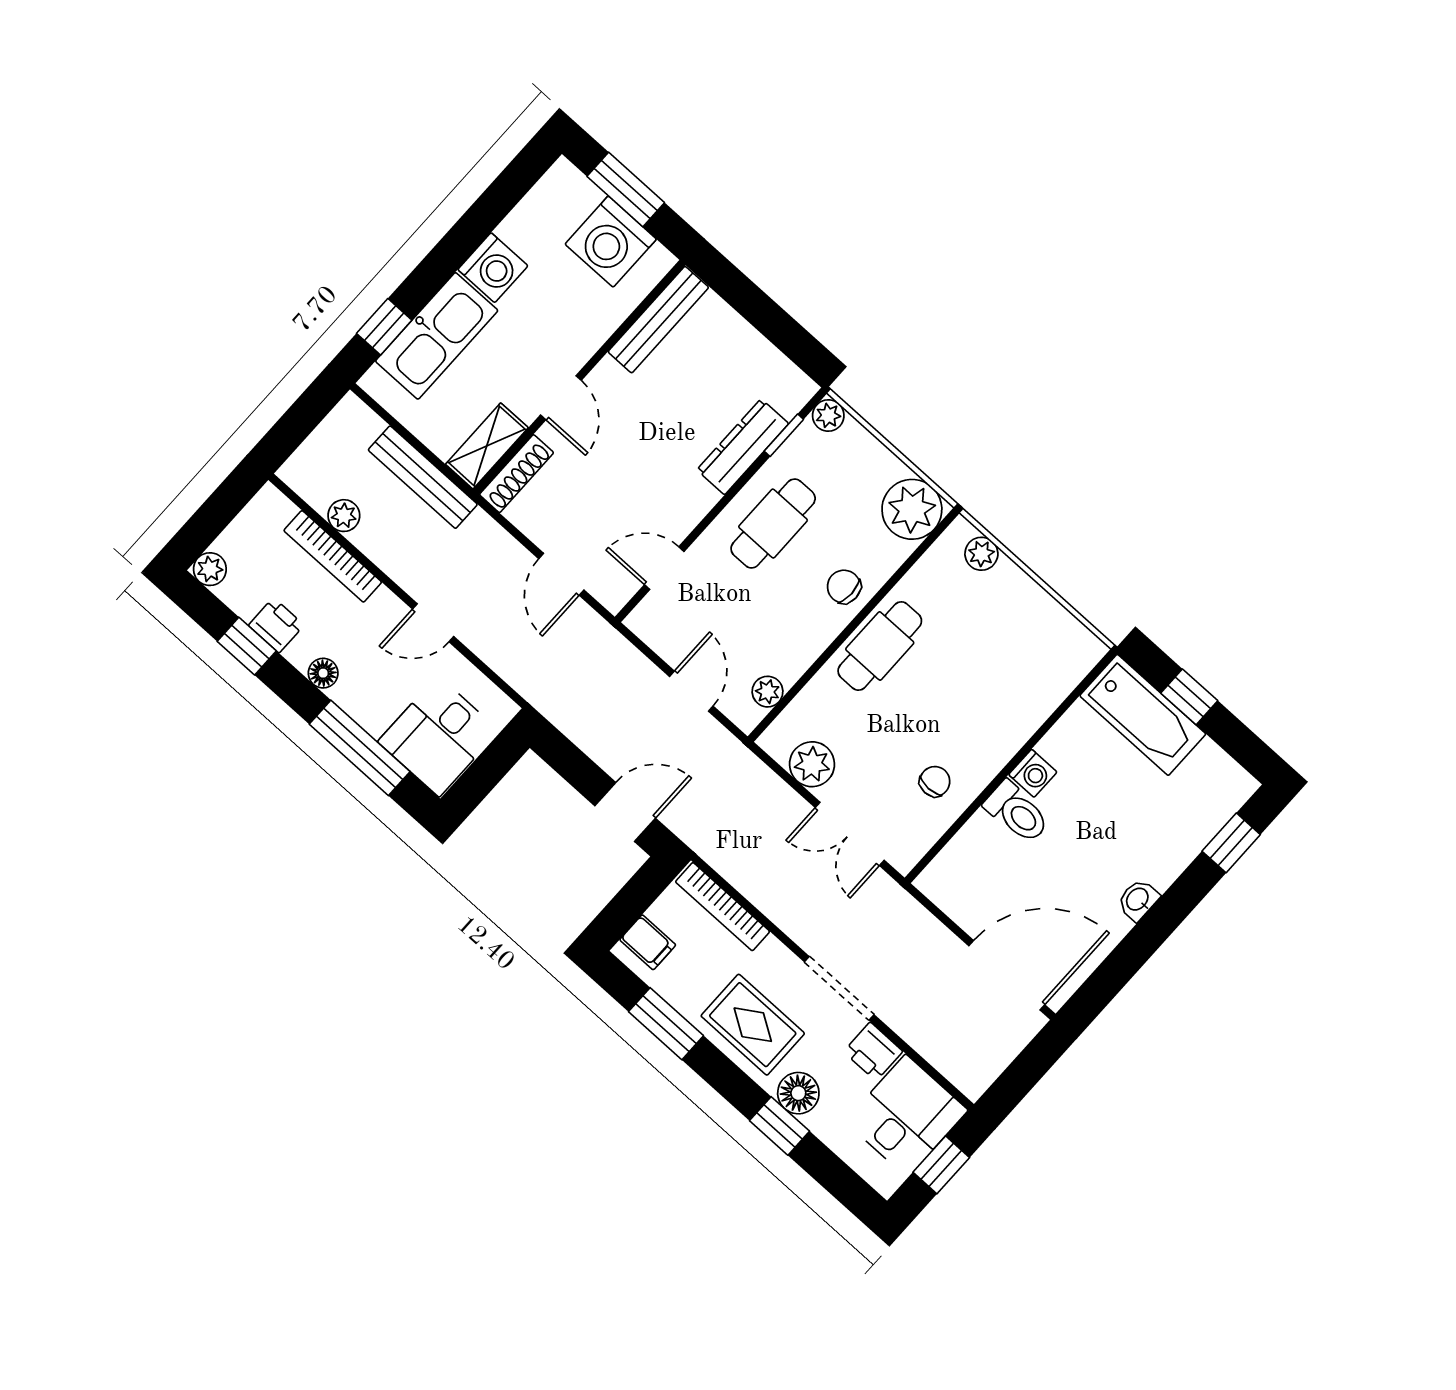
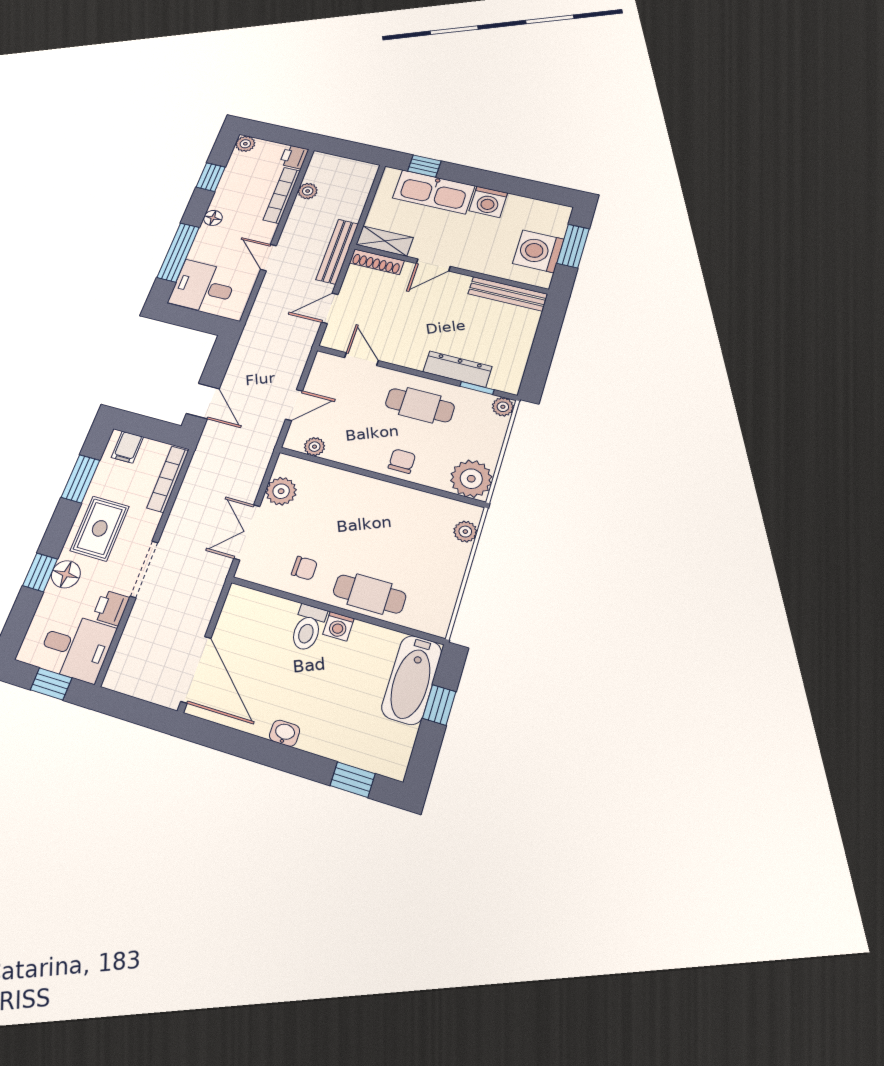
bench: (423, 477) -> (337, 252), moved
printer: (276, 625) -> (294, 157), moved, turned 180
cafe table: (880, 646) -> (370, 594), moved

